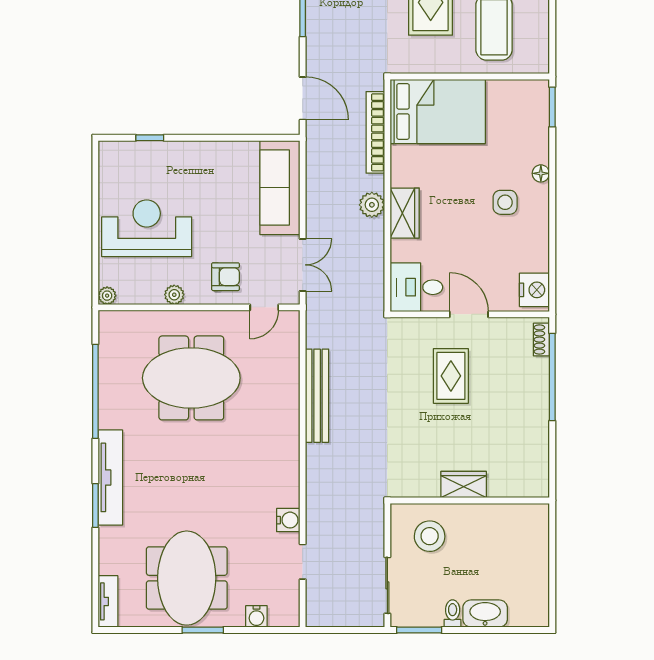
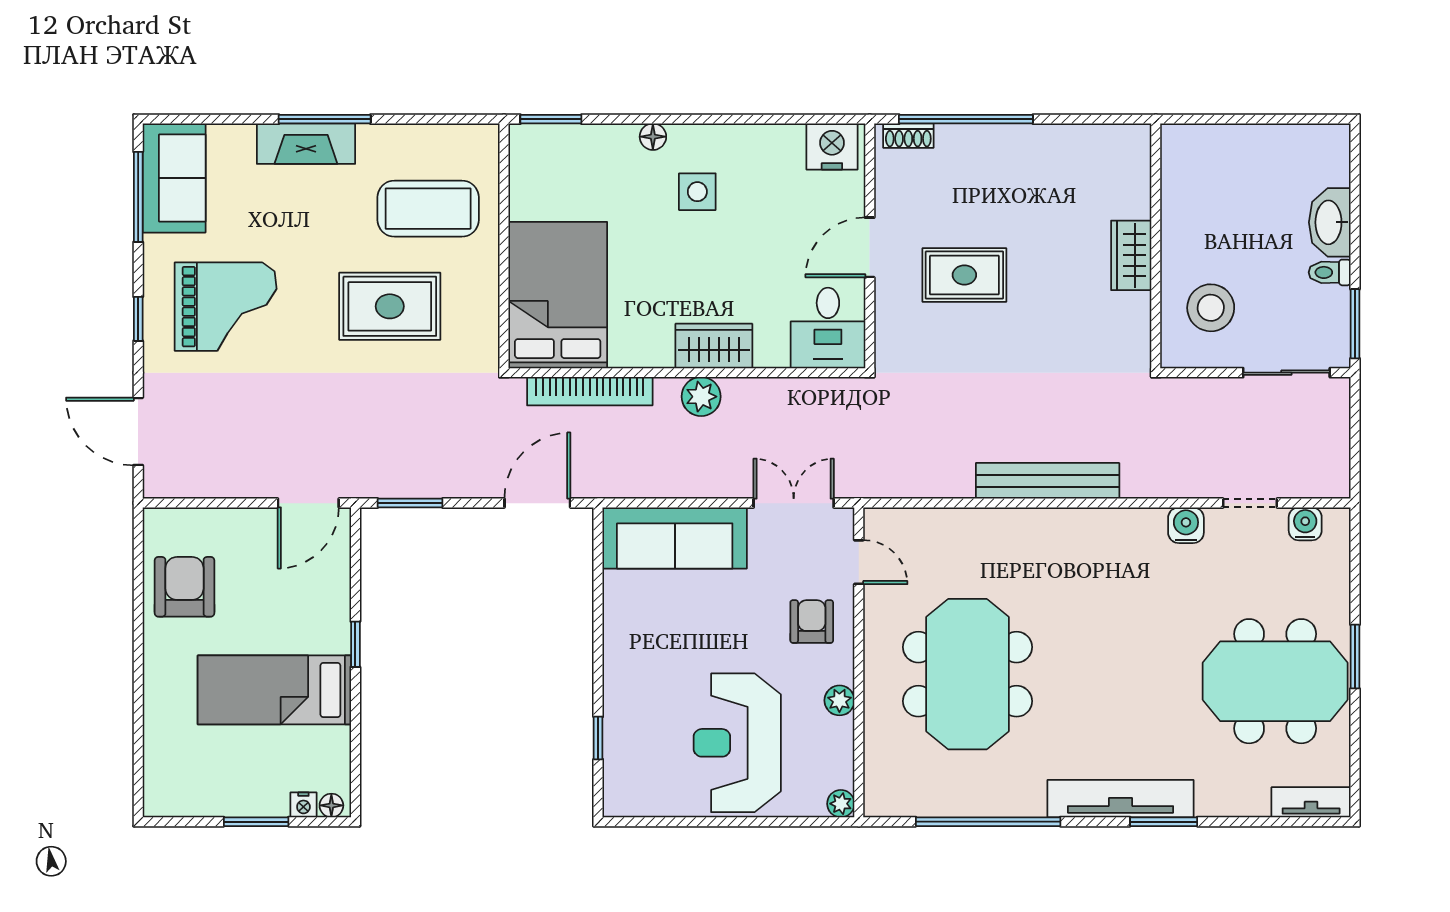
bench: (317, 396) -> (1048, 481), moved
water cooler: (256, 616) -> (1305, 524), moved, turned -90

